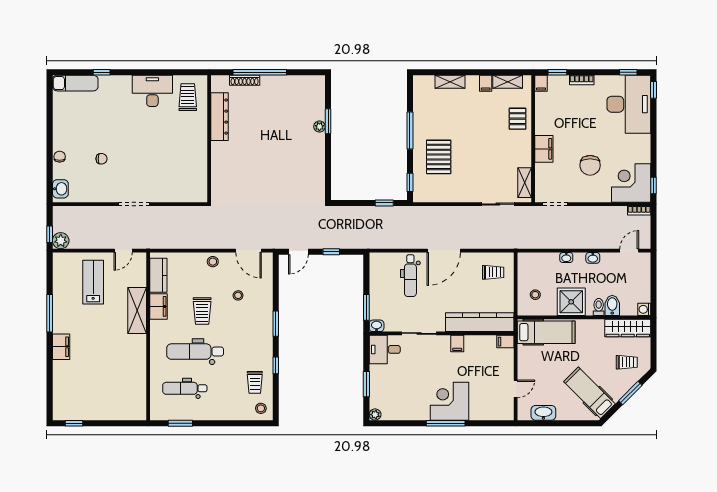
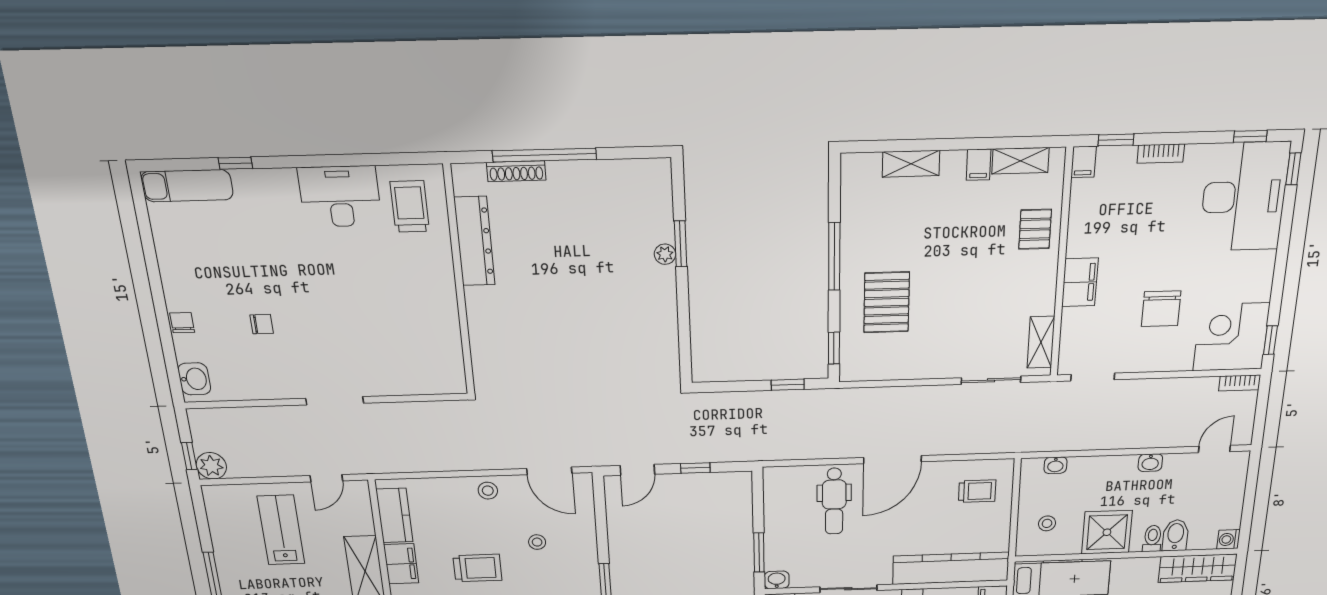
washbasin: (566, 258) -> (1055, 465), moved
trolley: (202, 311) -> (477, 568), turned -90

